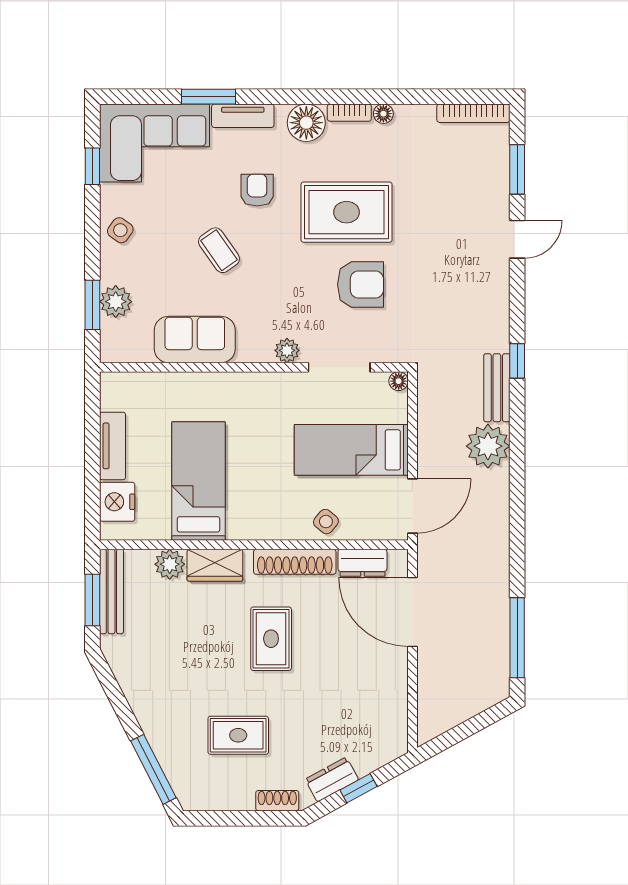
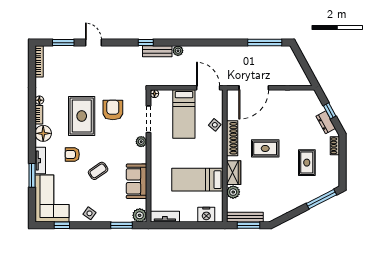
plant: (116, 302) -> (140, 215), moved
tv unit: (113, 446) -> (165, 217), moved
plant: (488, 446) -> (178, 51), width x0.53, depth x0.53
dresser: (362, 563) -> (233, 109), removed

